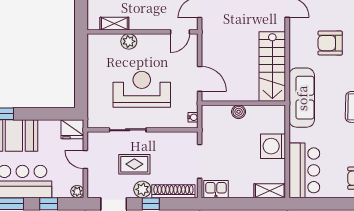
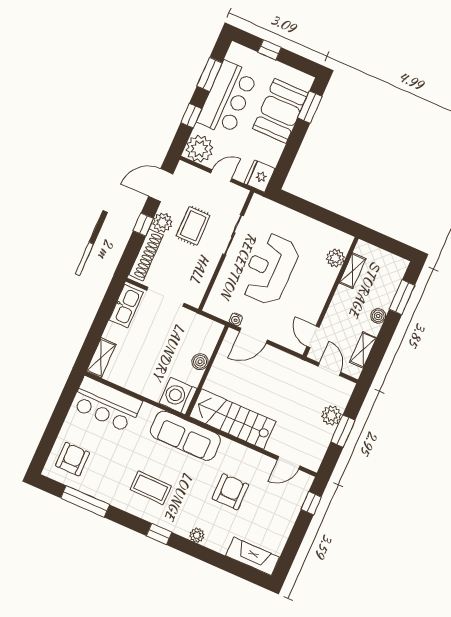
plant: (129, 41) -> (335, 258), moved
reception desk: (142, 89) -> (270, 269), turned 180
water cooler: (193, 117) -> (236, 319), moved
washing machine: (273, 146) -> (178, 396), moved, turned -90
kitchen sink: (216, 189) -> (126, 306), width x1.38
plant: (77, 192) -> (199, 149), width x1.88, depth x1.88

